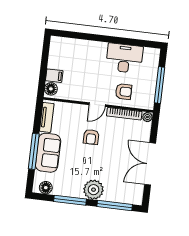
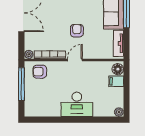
plant: (55, 41) -> (119, 112), added
desk: (124, 58) -> (77, 104), moved
armchair: (124, 92) -> (40, 72), moved

